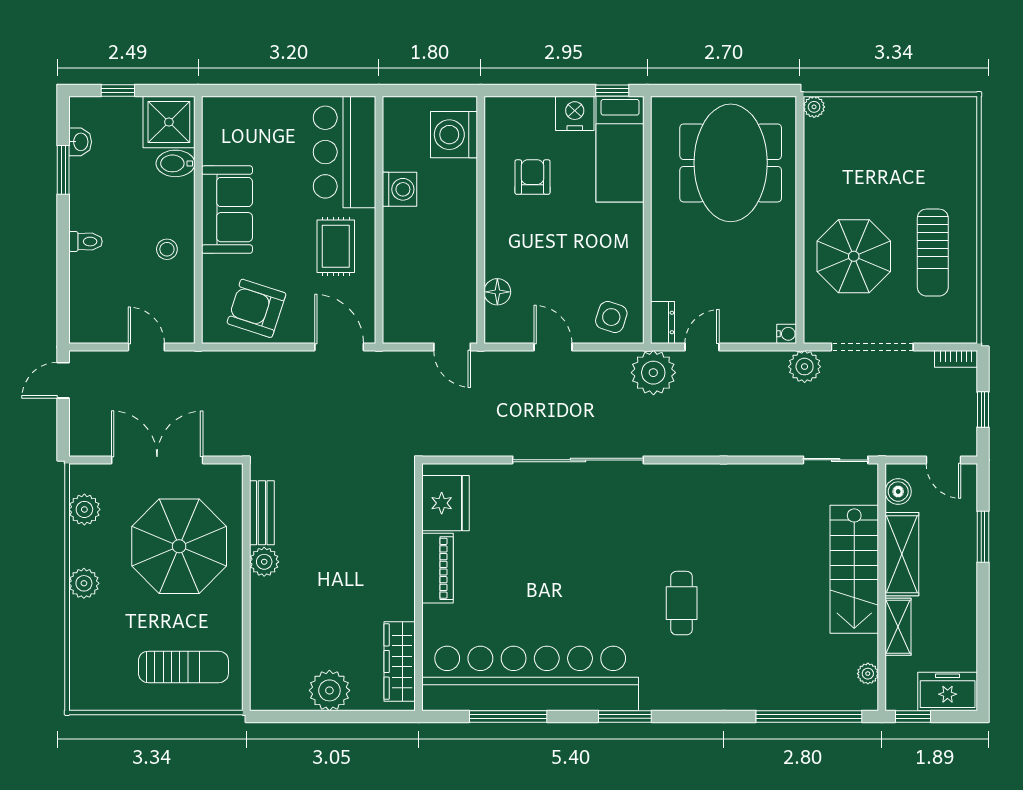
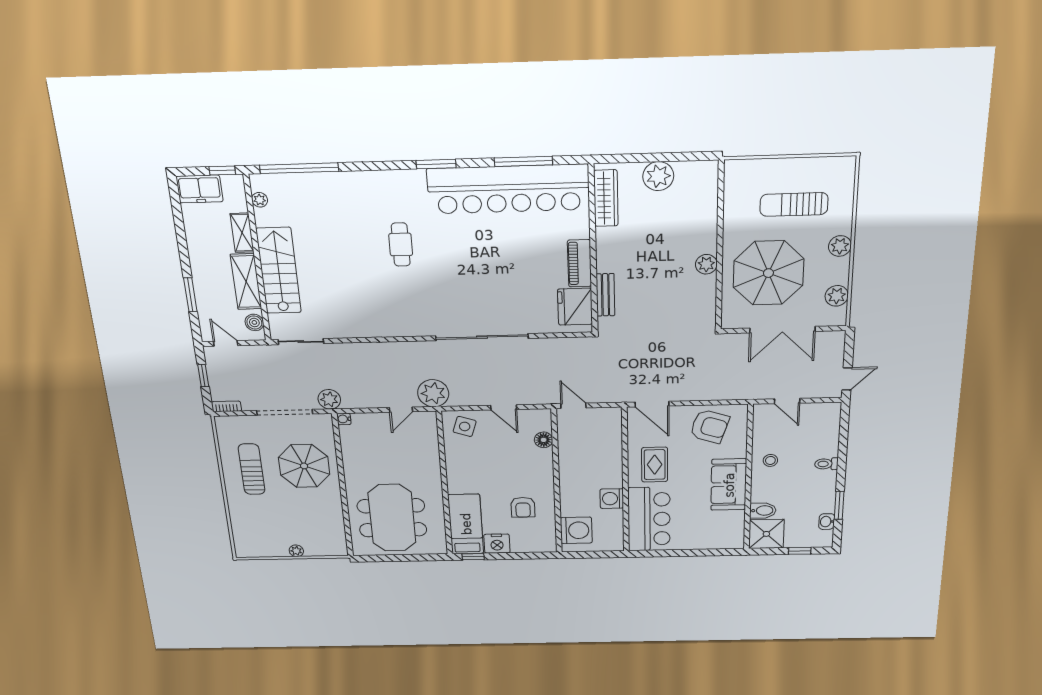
plant: (814, 107) -> (296, 551), moved
dresser: (663, 322) -> (429, 424), removed
bench: (262, 513) -> (605, 295), moved
sun lounger: (183, 667) -> (794, 204), moved

